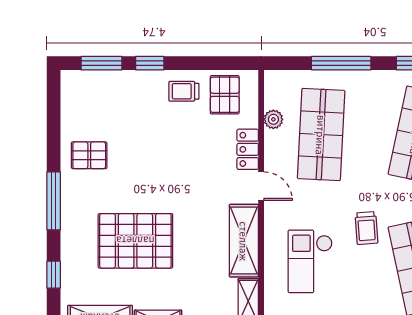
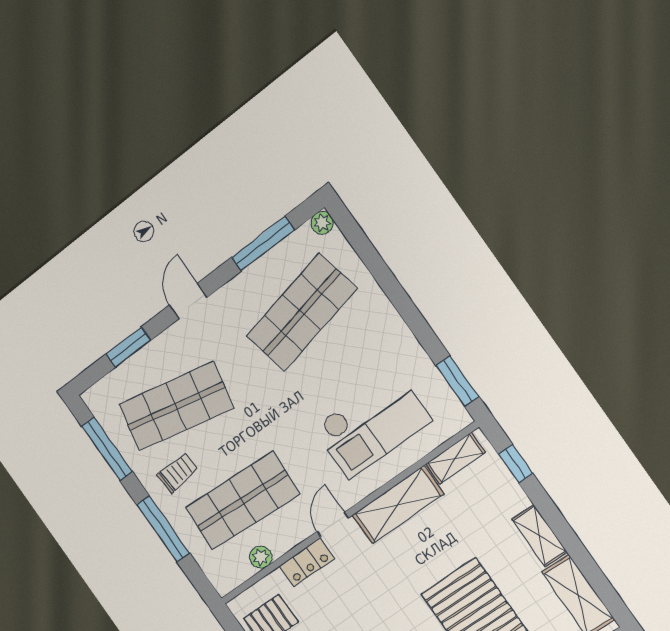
trolley: (366, 228) -> (178, 473), moved
checkout: (310, 261) -> (372, 424), width x1.36, depth x1.21

